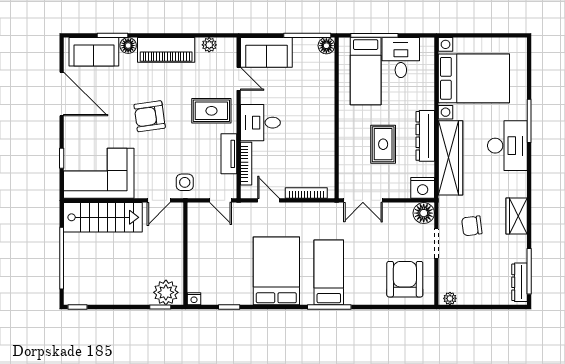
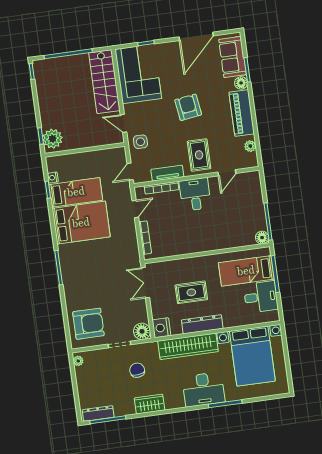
sofa: (266, 52) -> (250, 192), removed
bed: (329, 272) -> (76, 192), moved
nightstand: (194, 299) -> (53, 178), moved

